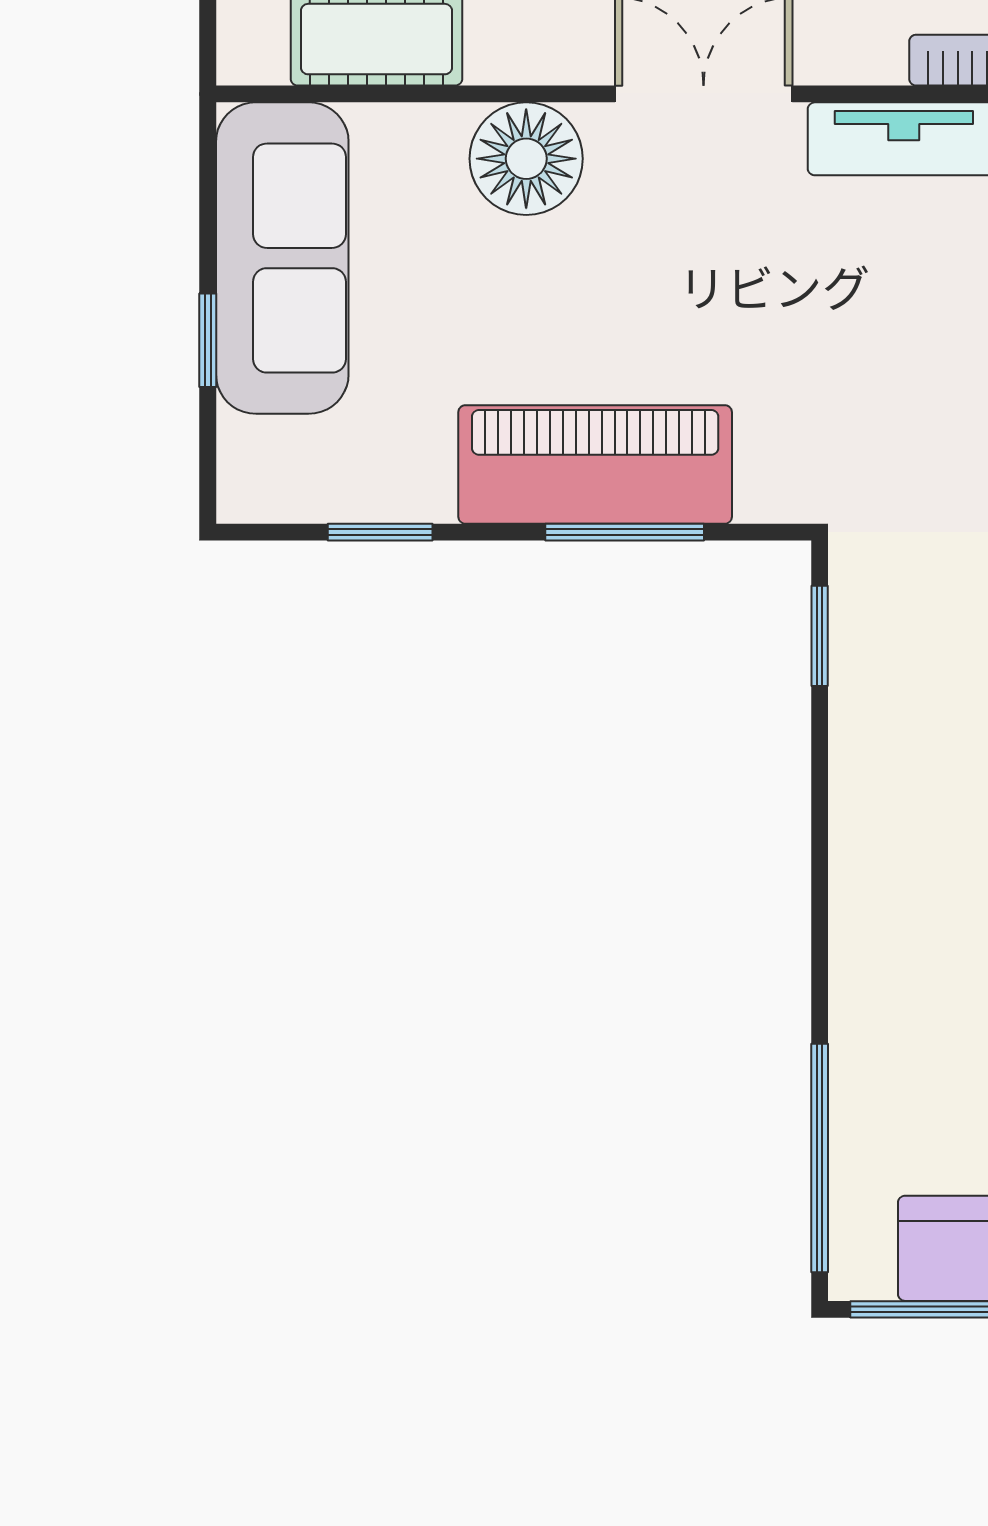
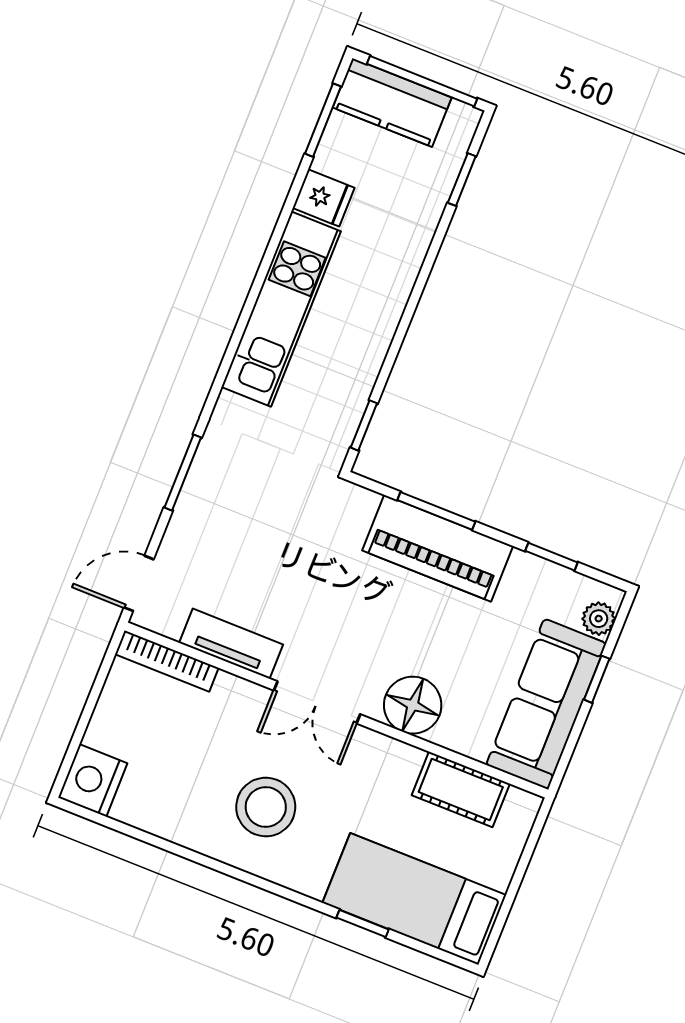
plant: (248, 453) -> (599, 619), added
window: (820, 1158) -> (462, 180), width x0.46

